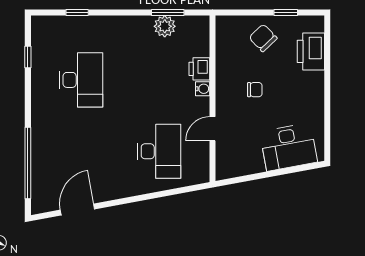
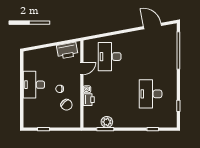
chair: (263, 38) -> (67, 105), moved
printer: (311, 51) -> (67, 51), moved, turned 80
desk: (289, 147) -> (34, 85), moved, turned -80
door: (77, 209) -> (152, 26), swing flipped

